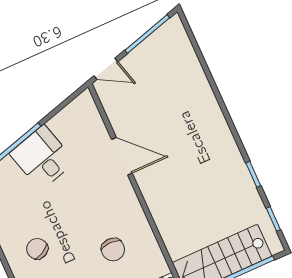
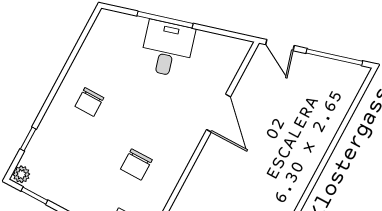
chair: (37, 249) -> (89, 102), turned -152

